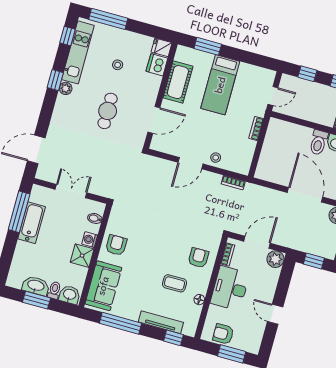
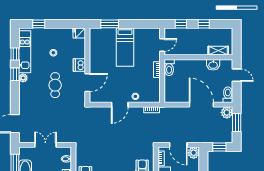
window: (108, 19) -> (39, 24), width x0.46
window: (67, 36) -> (15, 54), moved
dishwasher: (157, 65) -> (79, 65), moved
cot: (178, 82) -> (97, 53), removed
toilet: (318, 142) -> (169, 68), moved
door: (257, 242) -> (178, 145), swing flipped

